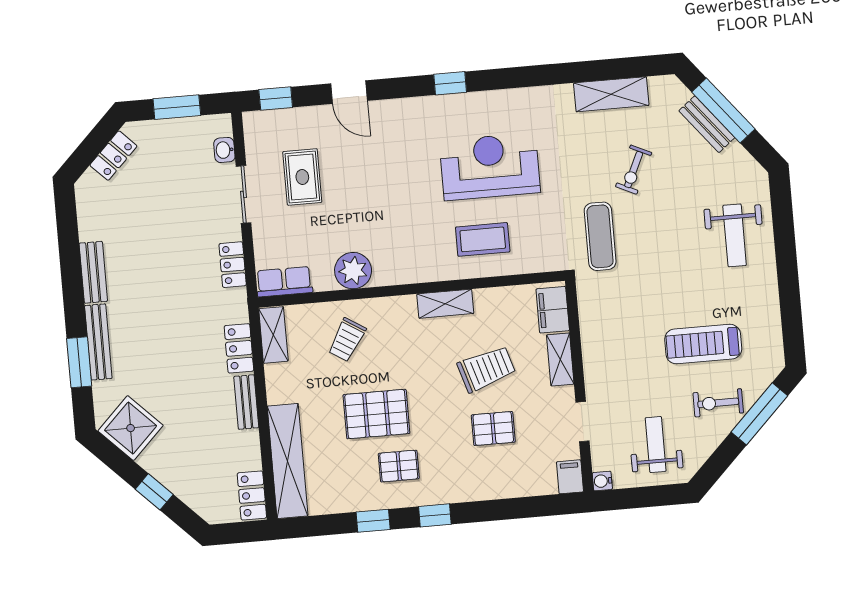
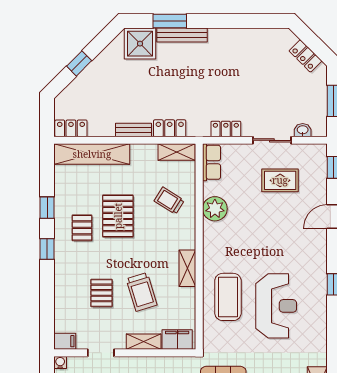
coffee table: (483, 239) -> (228, 297), width x1.36, depth x1.32
bench: (93, 272) -> (229, 36), removed
shower: (131, 428) -> (140, 44), moved, turned 45

